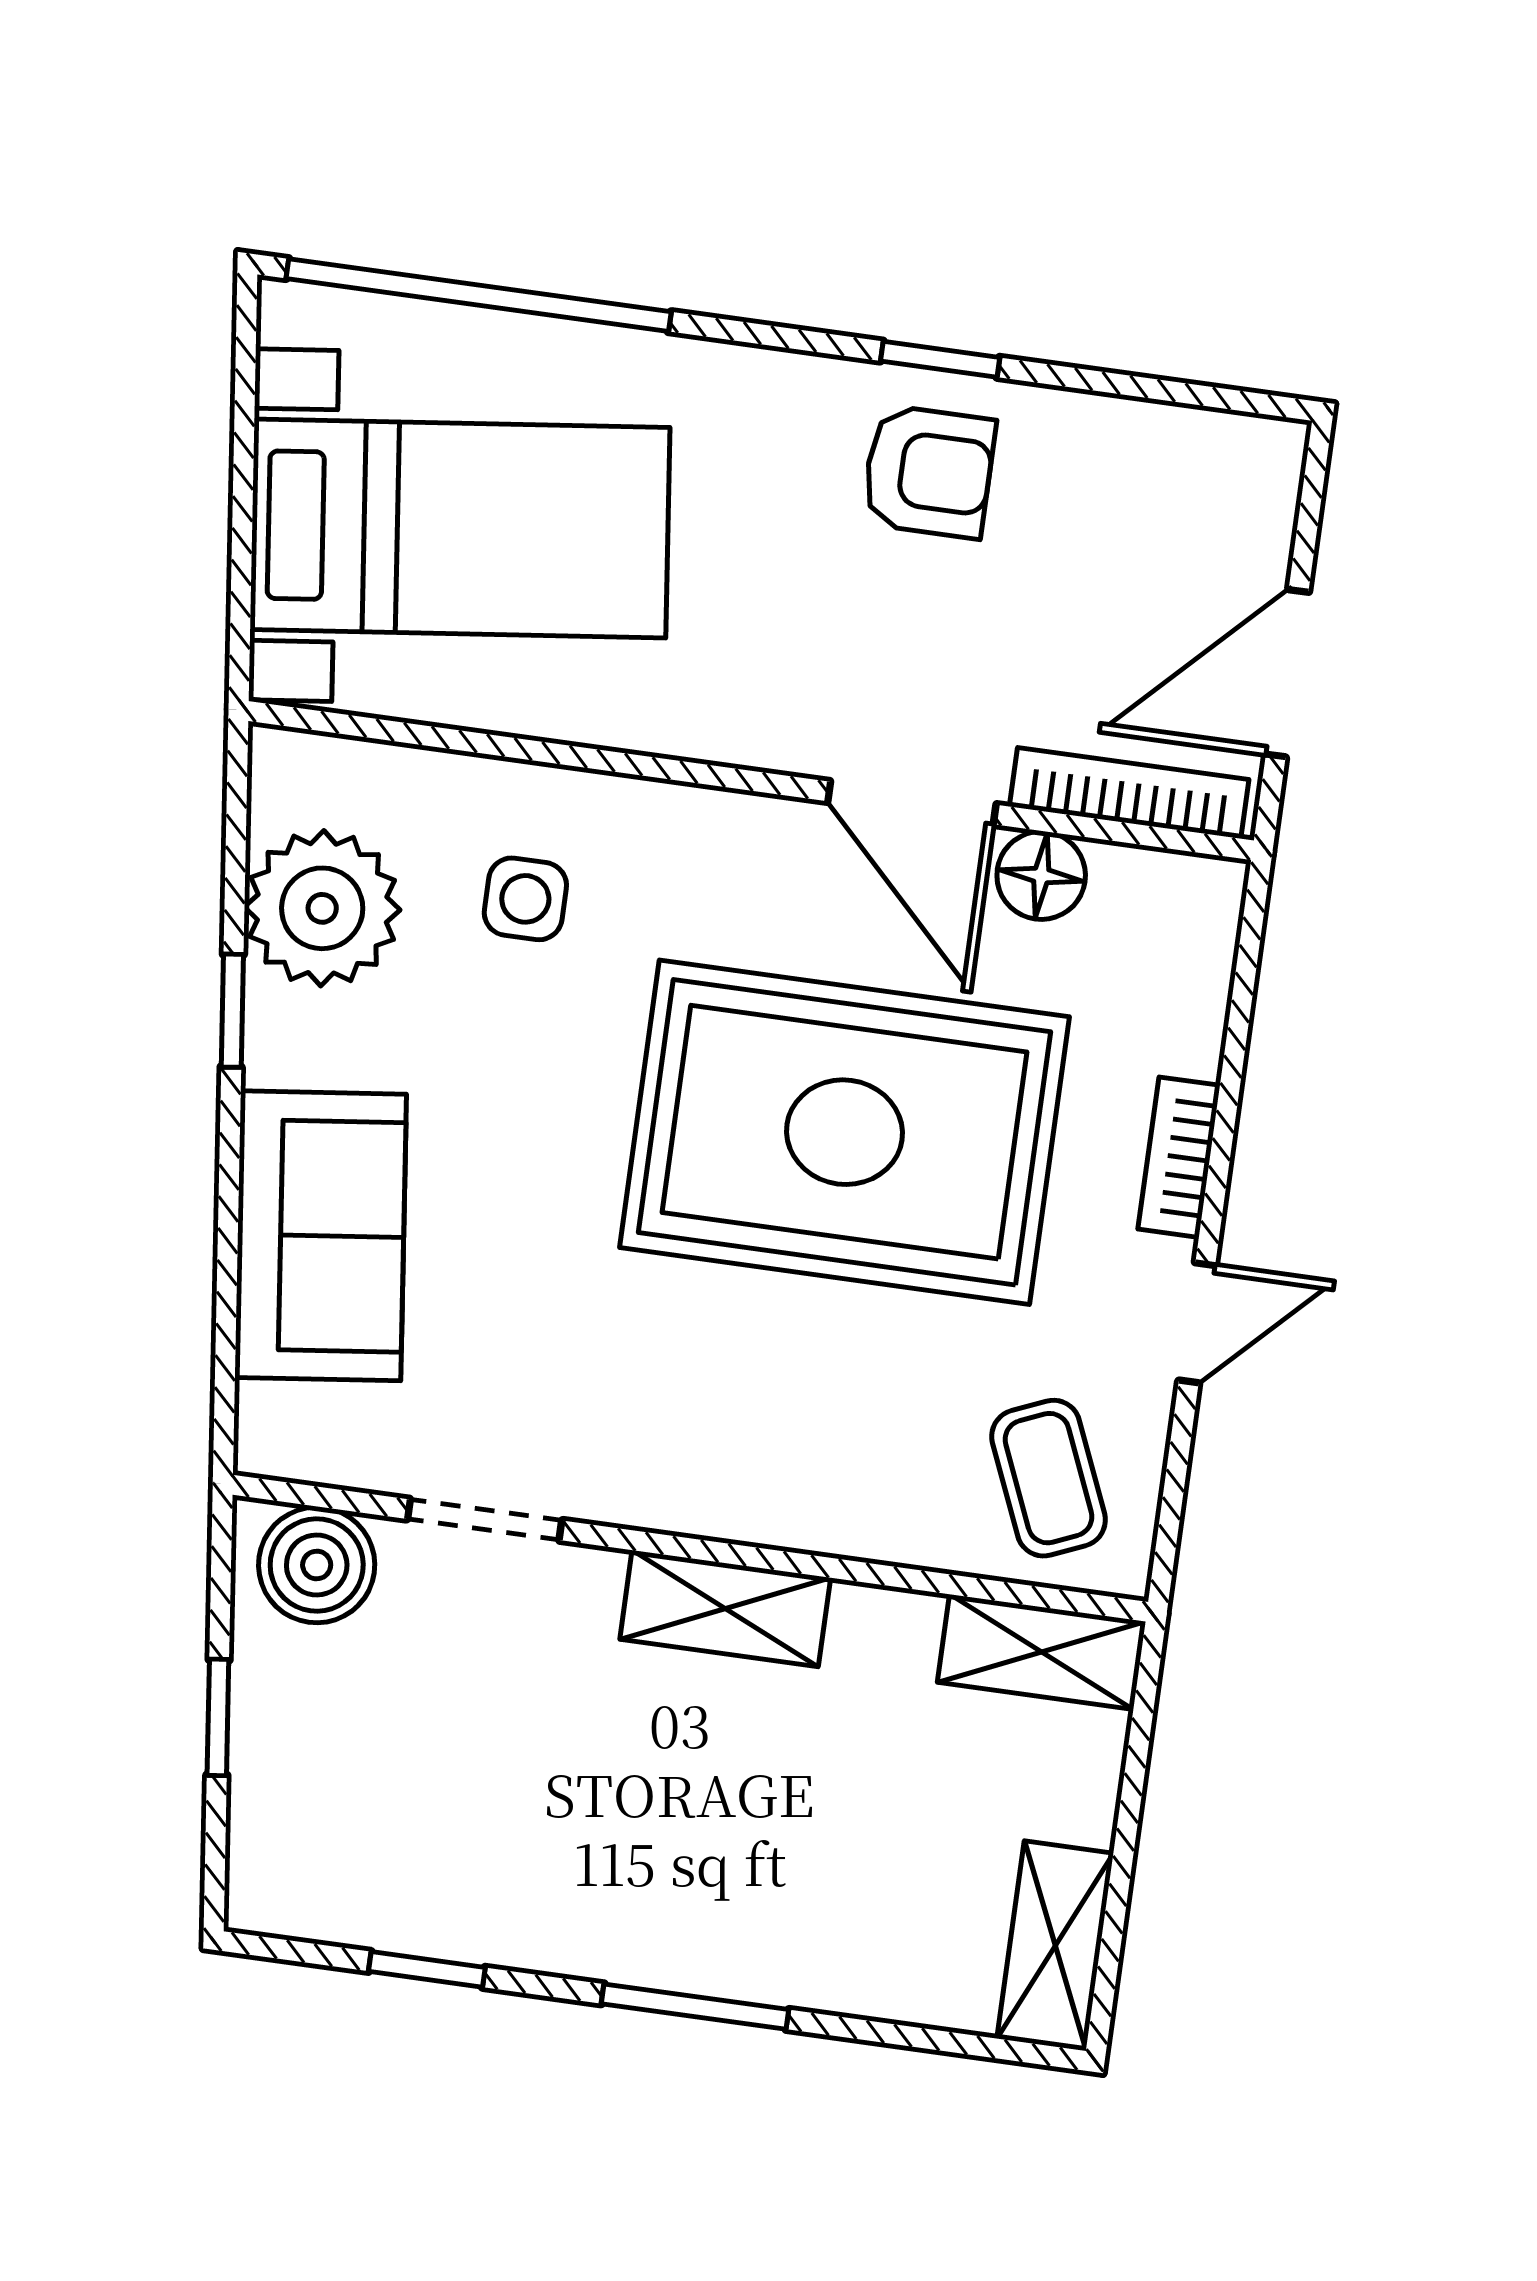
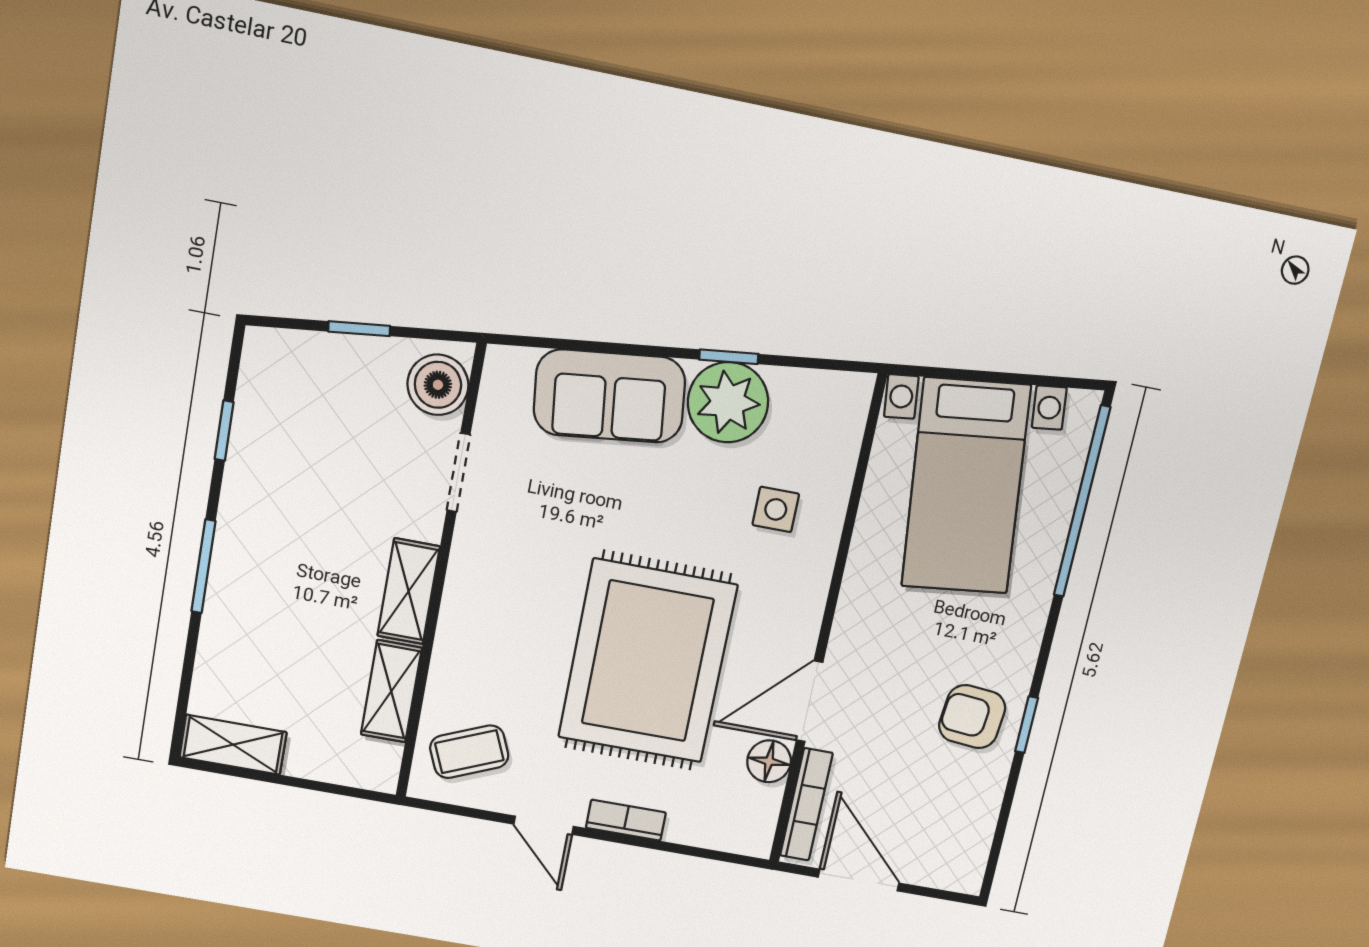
armchair: (929, 472) -> (972, 717), turned 95
plant: (322, 908) -> (728, 402), moved
shelving: (1041, 1652) -> (391, 691), moved

